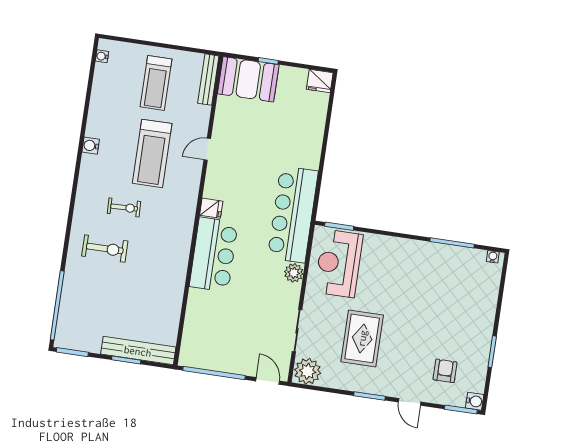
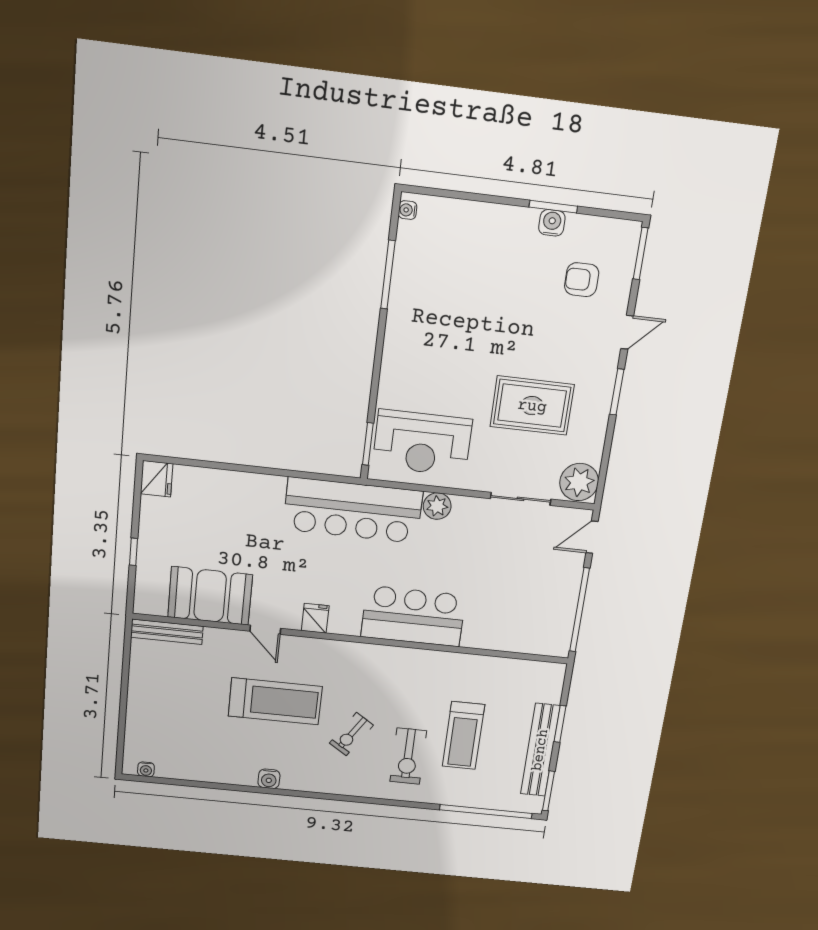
booth: (248, 79) -> (210, 596), moved, turned 90
treadmill: (156, 83) -> (463, 736), moved, turned 90
exercise bike: (124, 207) -> (351, 734), turned -145
fridge: (211, 208) -> (315, 618), moved
exercise bike: (105, 249) -> (408, 756), turned 180
bench: (138, 351) -> (540, 750), moved
water cooler: (475, 401) -> (552, 223), moved

